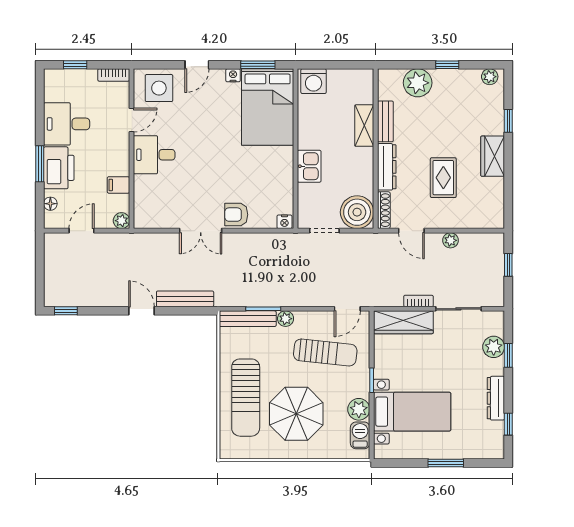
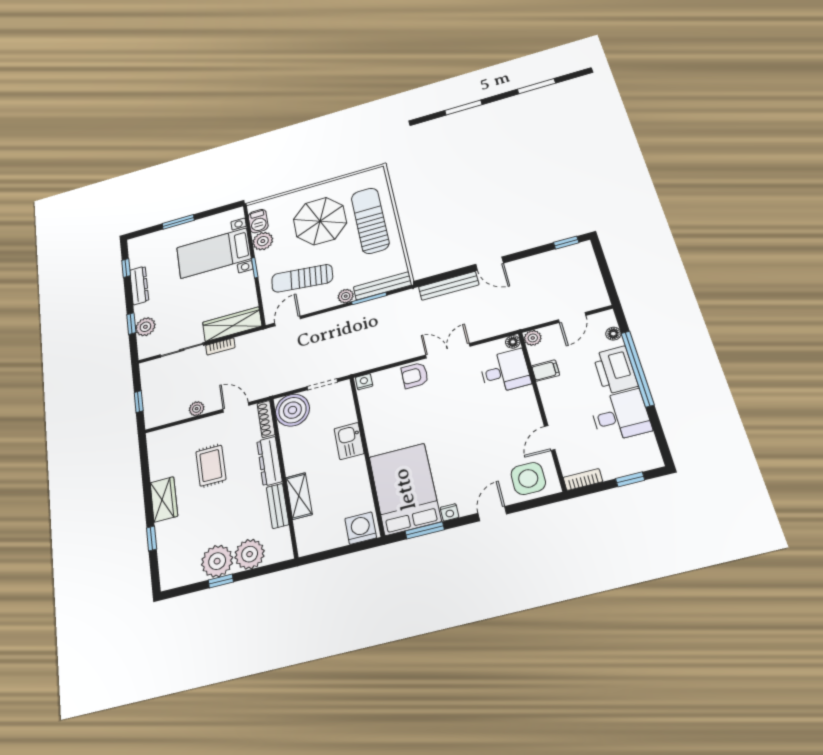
plant: (490, 77) -> (217, 561), moved, width x1.87, depth x1.87
desk: (154, 155) -> (505, 371), moved
window: (40, 164) -> (638, 369), width x2.11
armchair: (236, 215) -> (415, 375), turned 180
floor lamp: (140, 222) -> (513, 342), added

